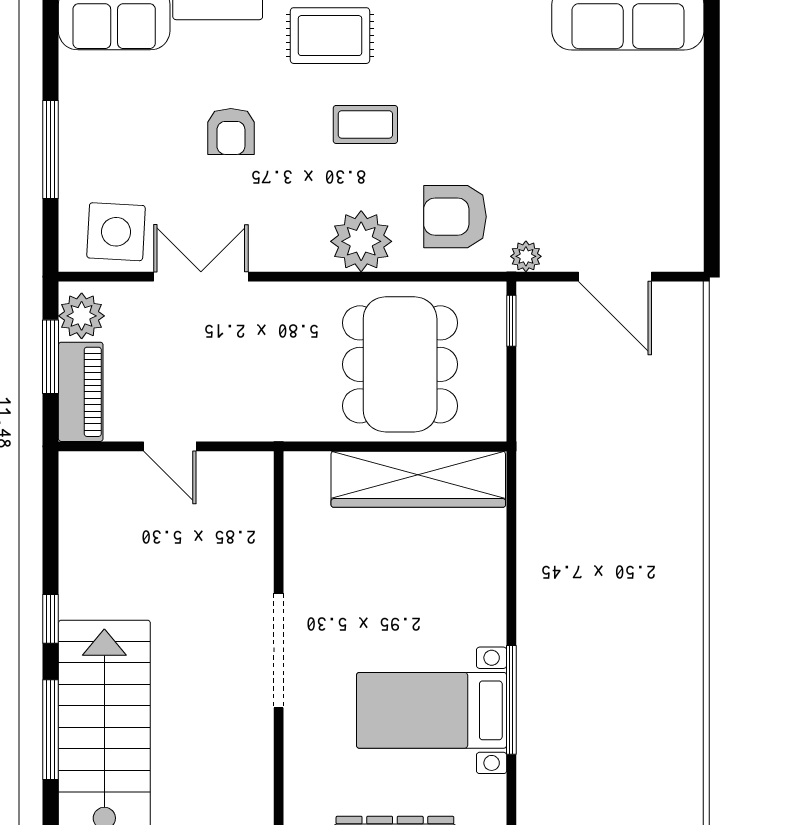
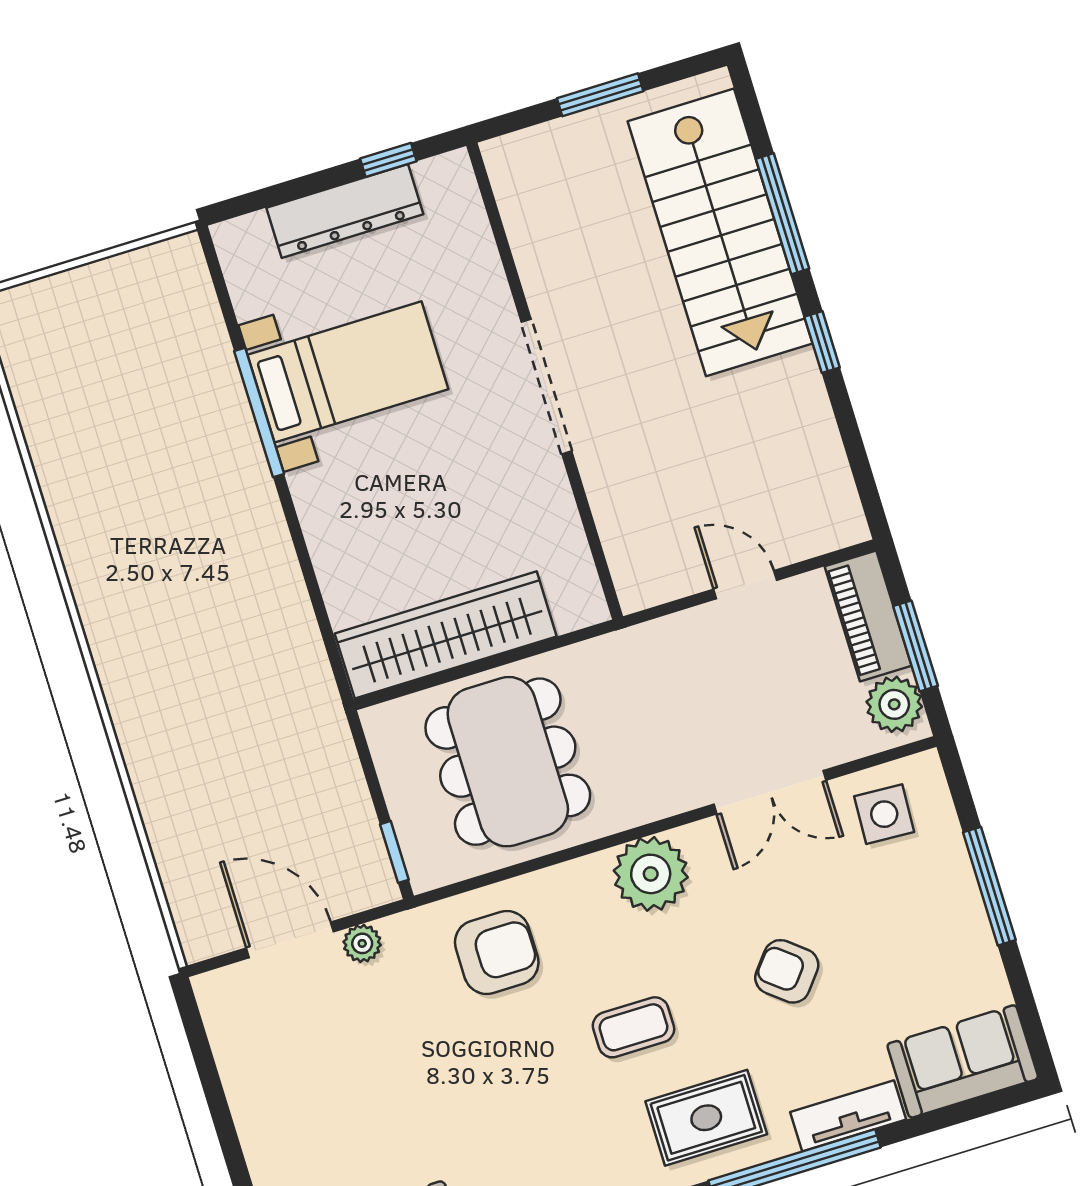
armchair: (231, 131) -> (787, 971), turned -51
side table: (116, 232) -> (884, 814), width x0.73, depth x0.73
plant: (361, 241) -> (651, 874), moved
plant: (526, 256) -> (362, 943), moved

